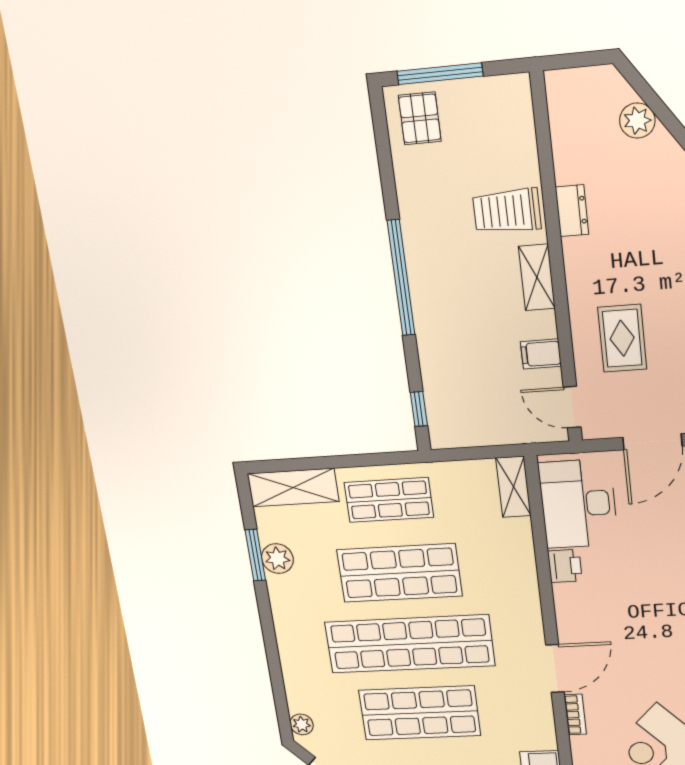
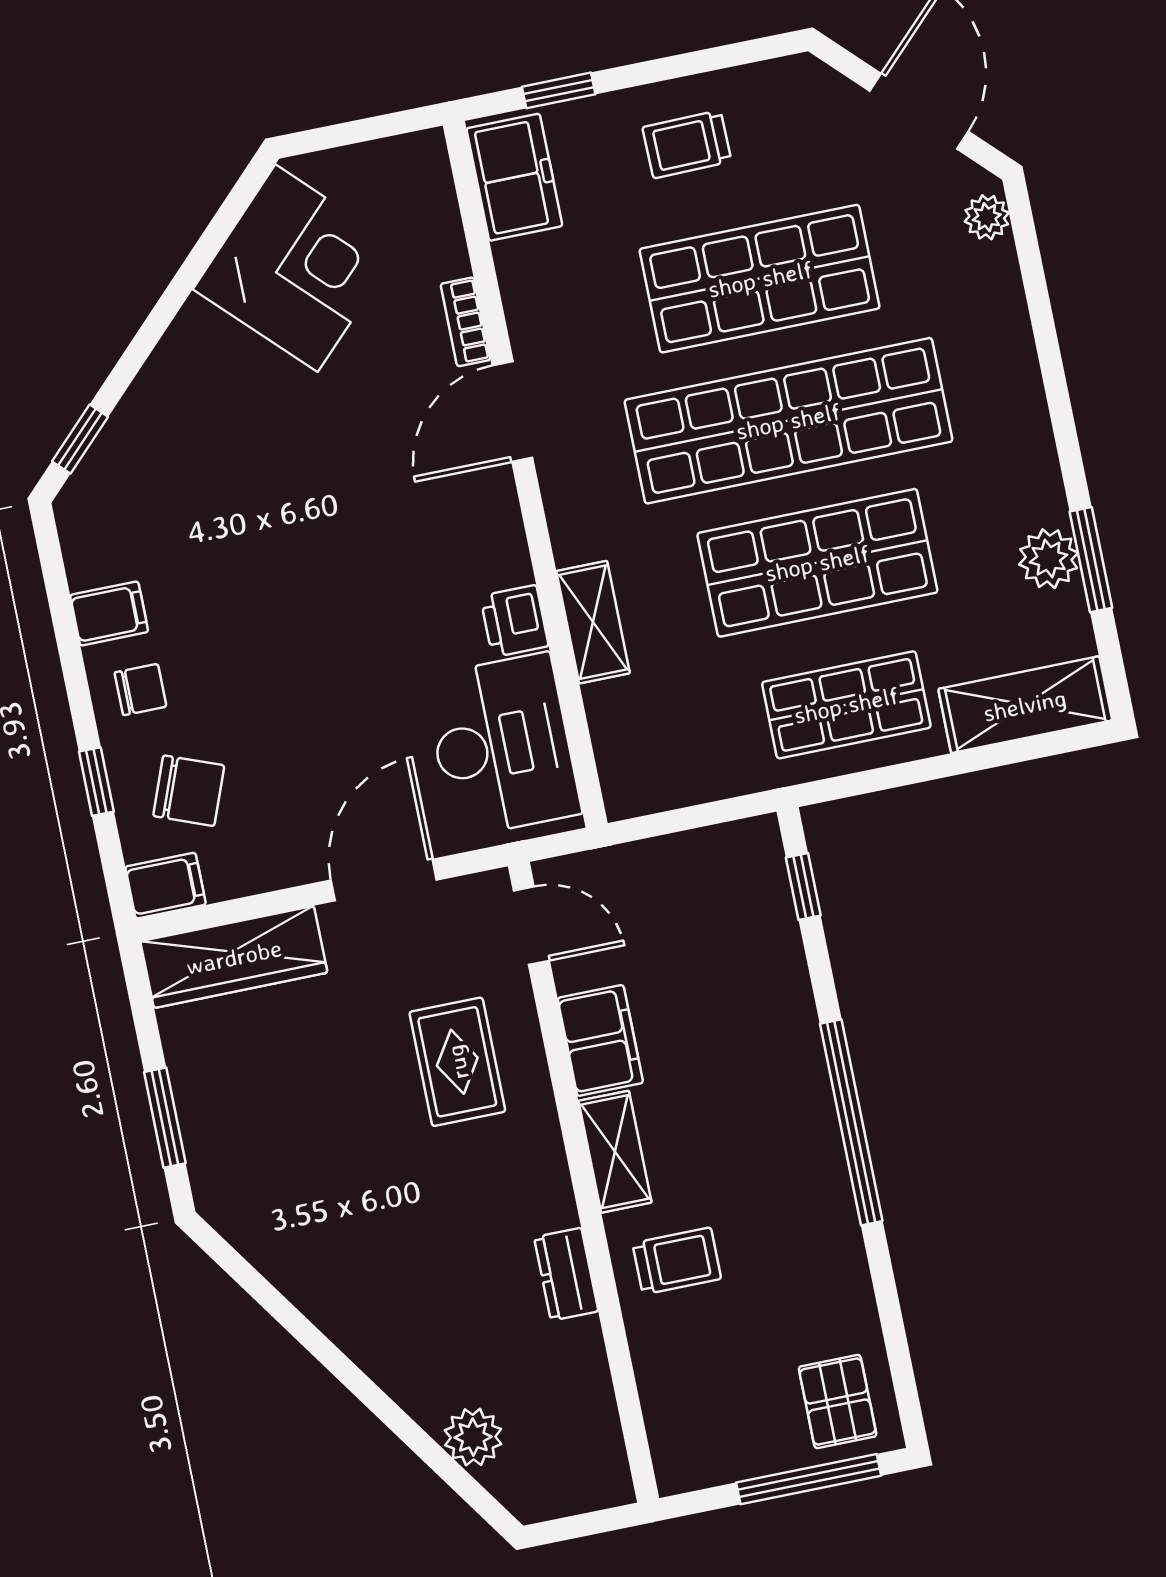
trolley: (507, 211) -> (677, 1261), width x0.73, depth x0.72
filing cabinet: (541, 354) -> (600, 1040), width x2.00
shelving: (513, 487) -> (593, 622), moved

